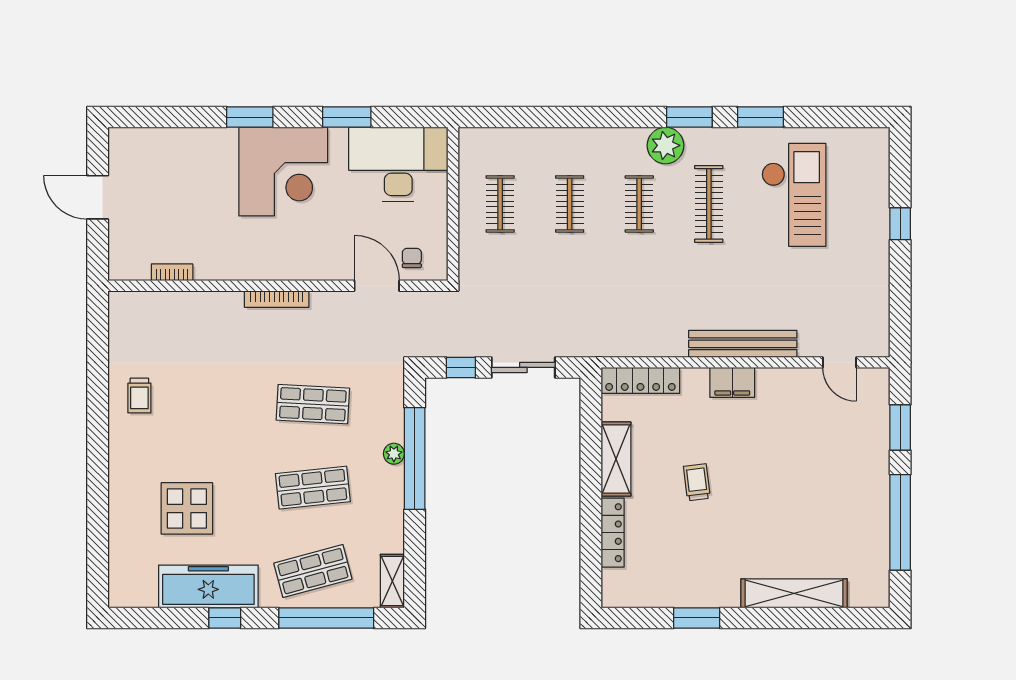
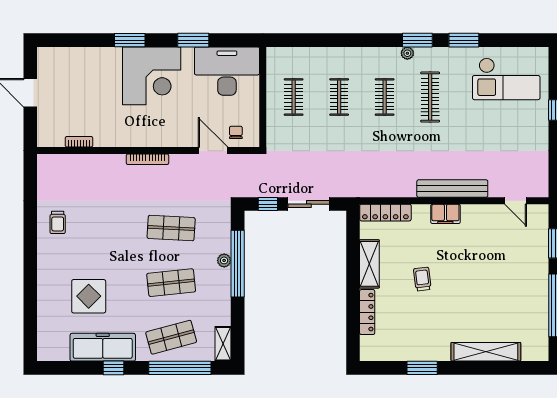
plant: (666, 145) -> (407, 53), width x0.53, depth x0.53
checkout: (794, 195) -> (506, 79), moved, turned 90

